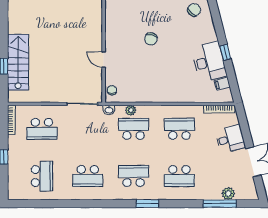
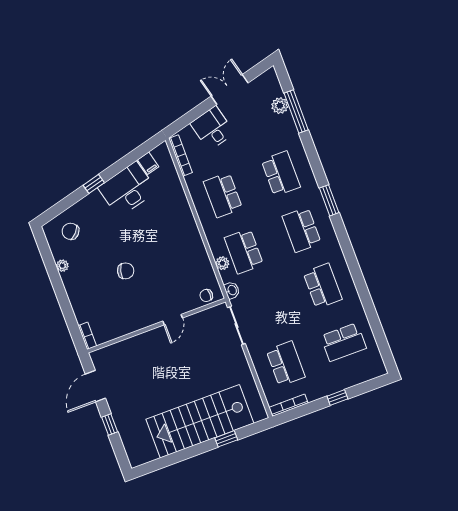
window: (225, 52) -> (94, 184), moved
stairs: (18, 62) -> (200, 421), width x1.36, depth x1.51
school desk: (42, 176) -> (343, 342), turned 180

